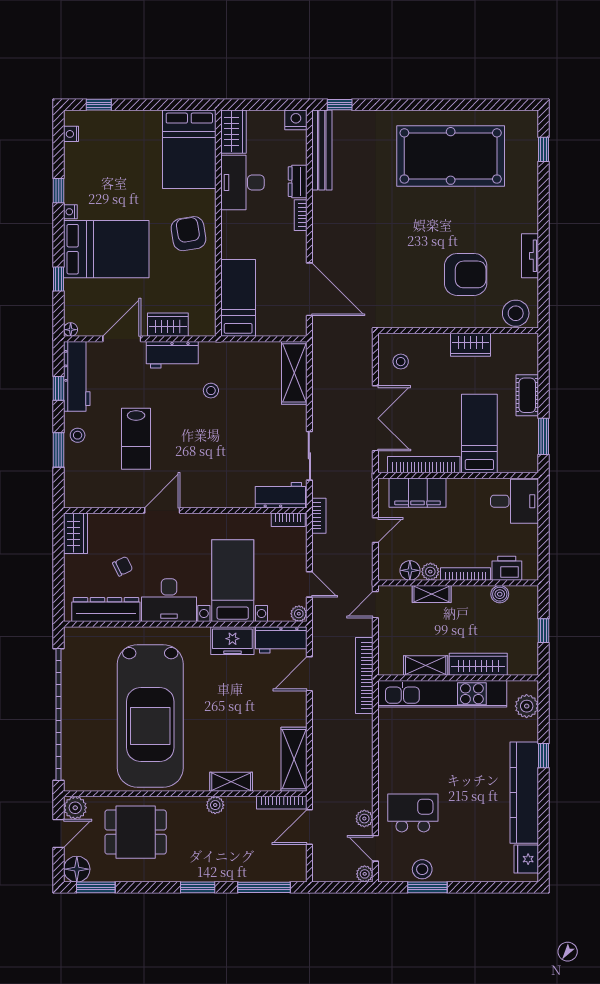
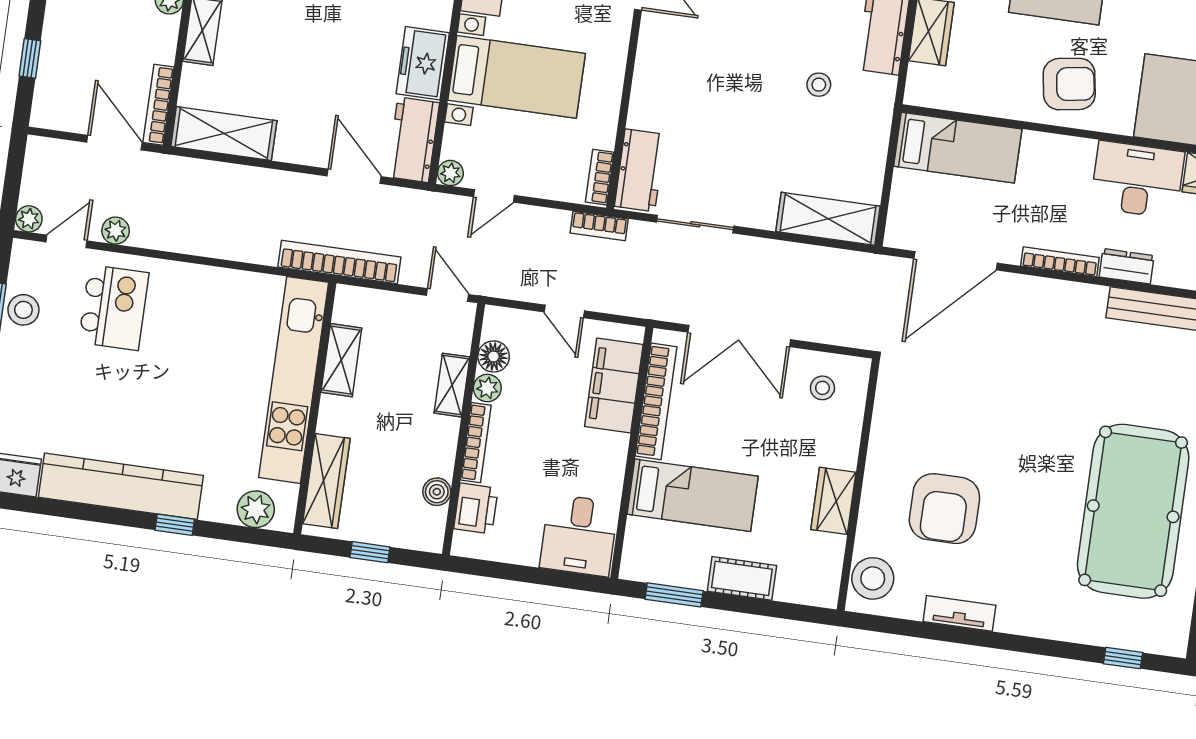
bookcase: (301, 215) -> (1060, 262), width x1.56
wardrobe: (478, 664) -> (326, 481), moved
window: (264, 887) -> (30, 58), width x0.46

